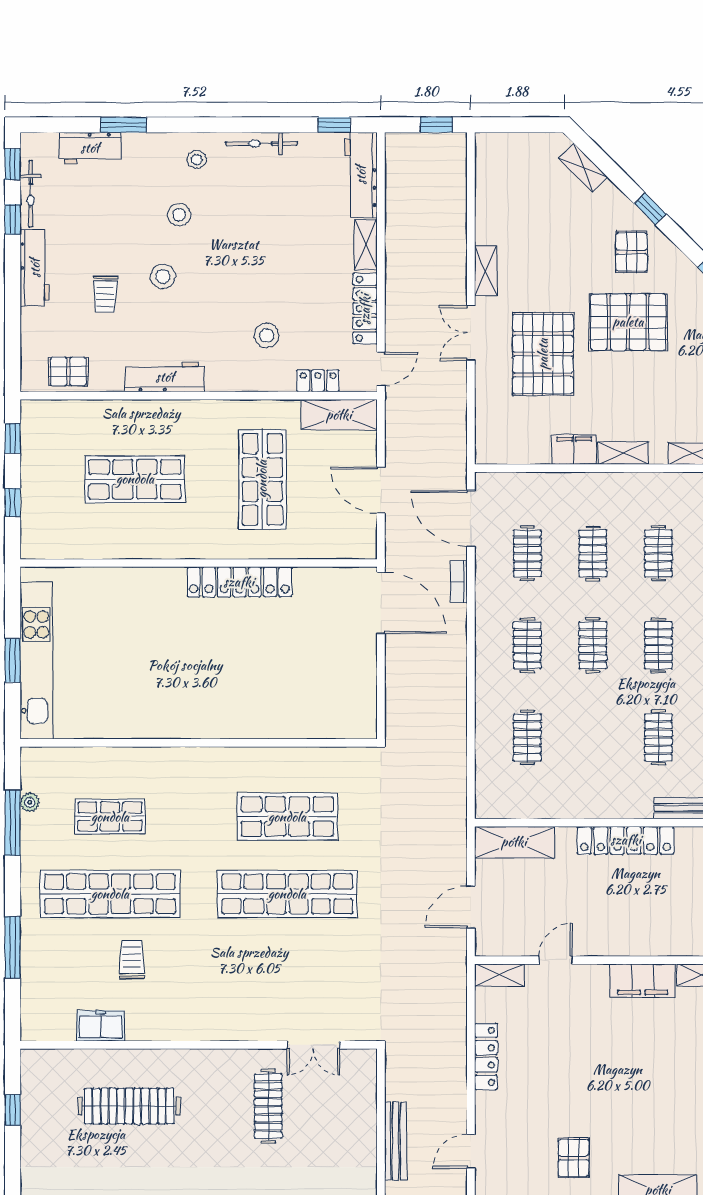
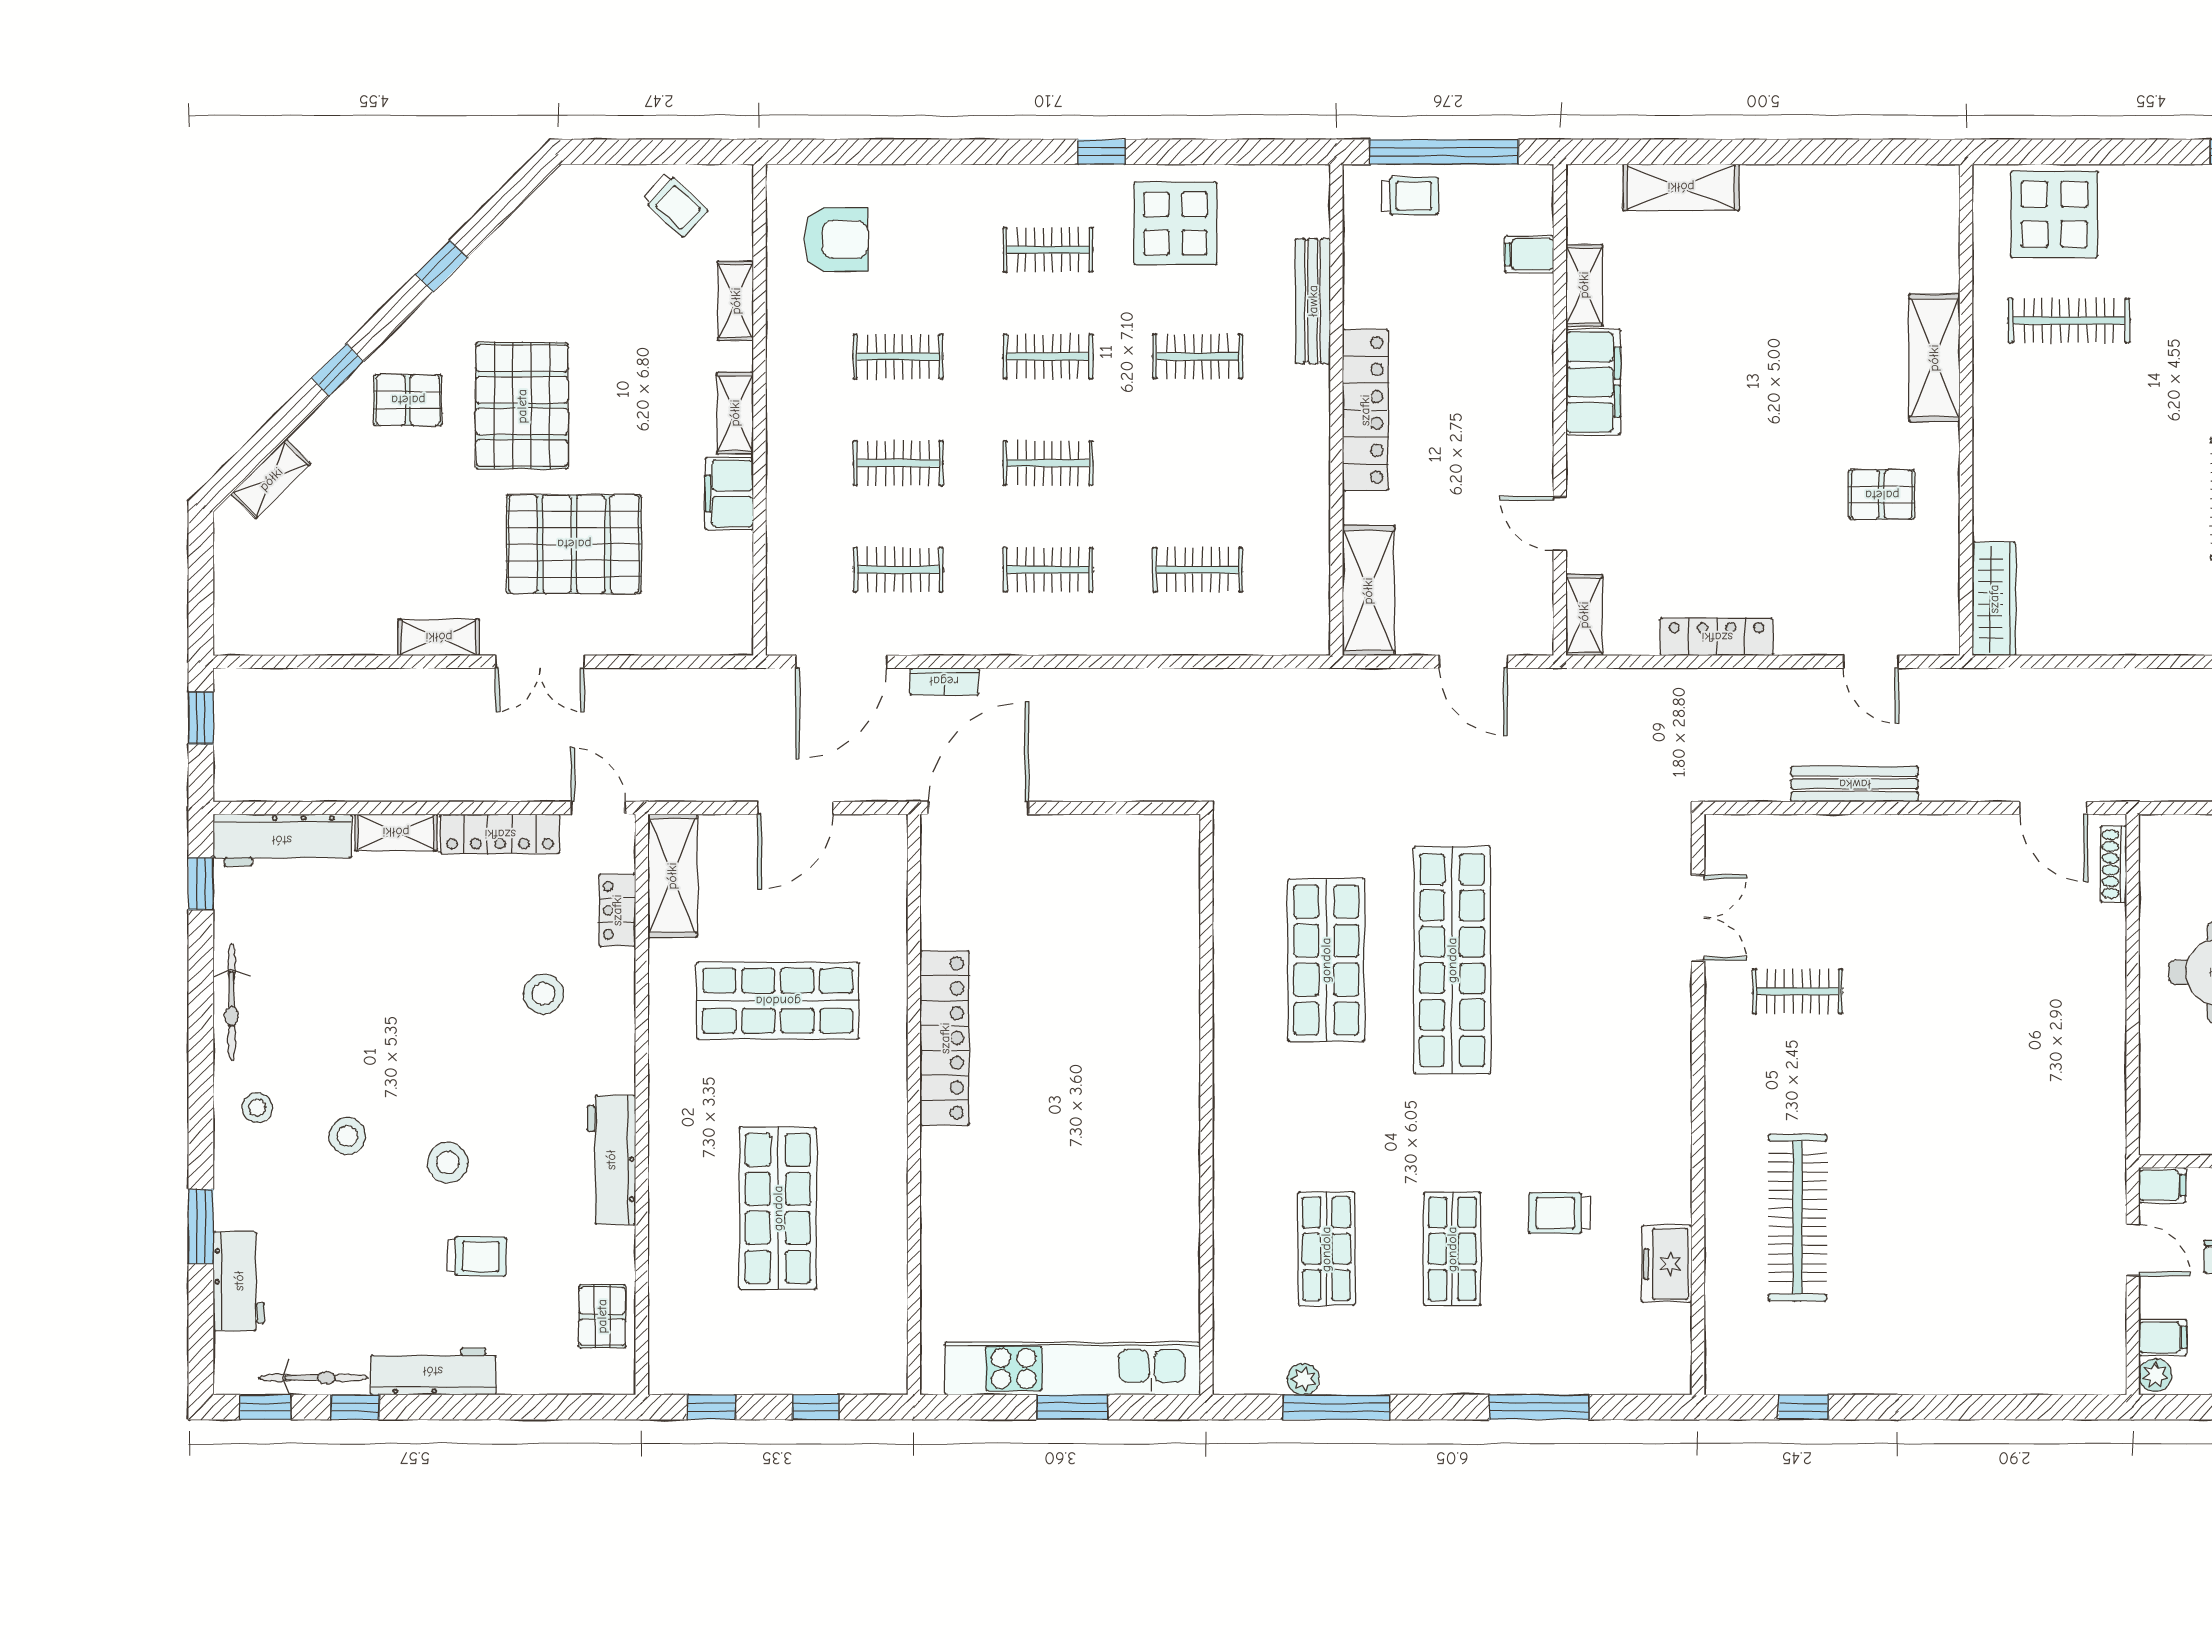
shop shelf: (110, 894) -> (1452, 1249), width x0.50, depth x0.74
clothes rail: (268, 1106) -> (1797, 991), width x0.73

